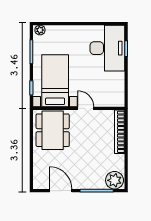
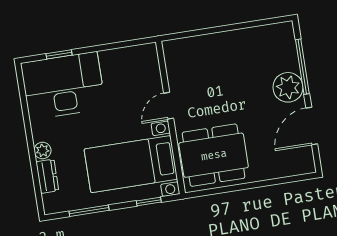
plant: (40, 30) -> (43, 150), moved
dresser: (56, 30) -> (47, 176), added
bookcase: (120, 132) -> (199, 44), removed
plant: (115, 180) -> (288, 87), moved

